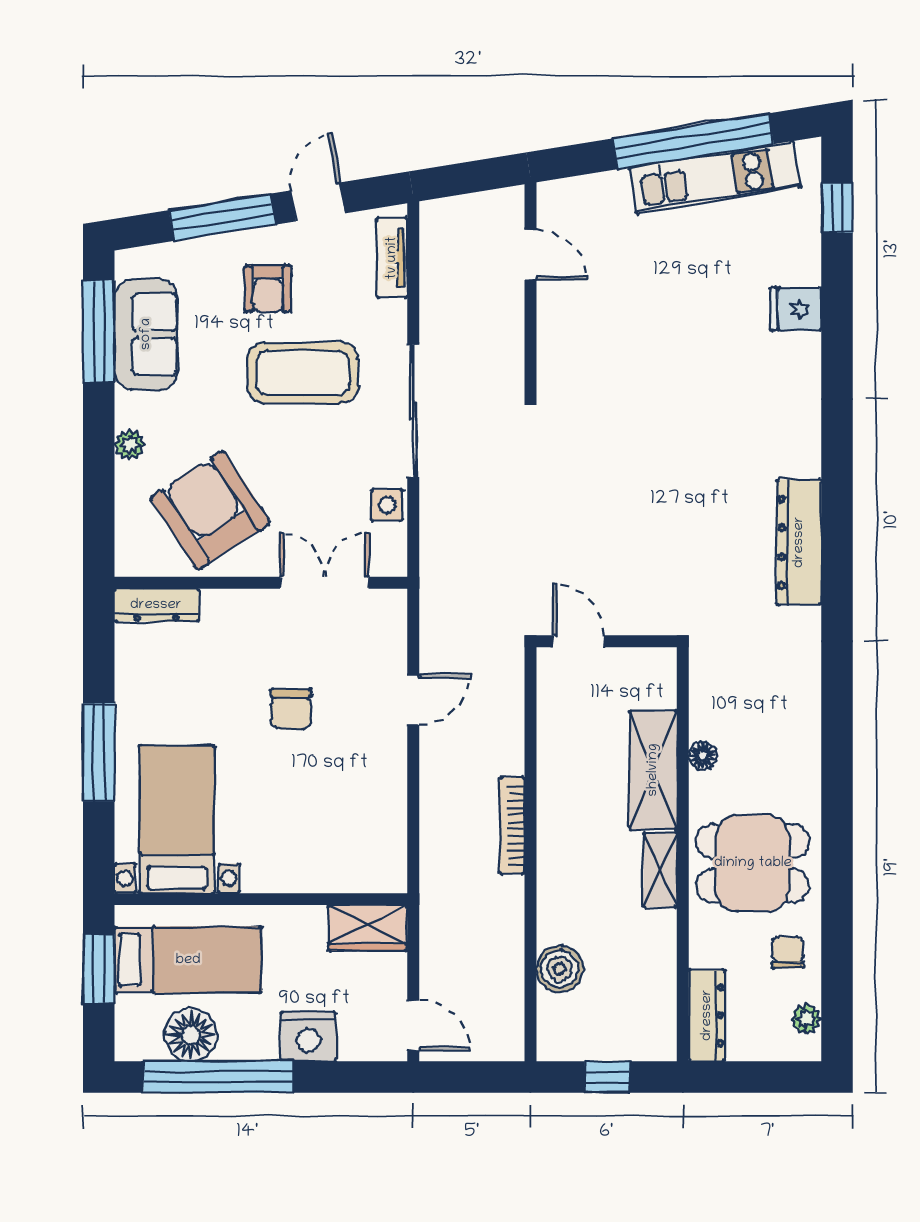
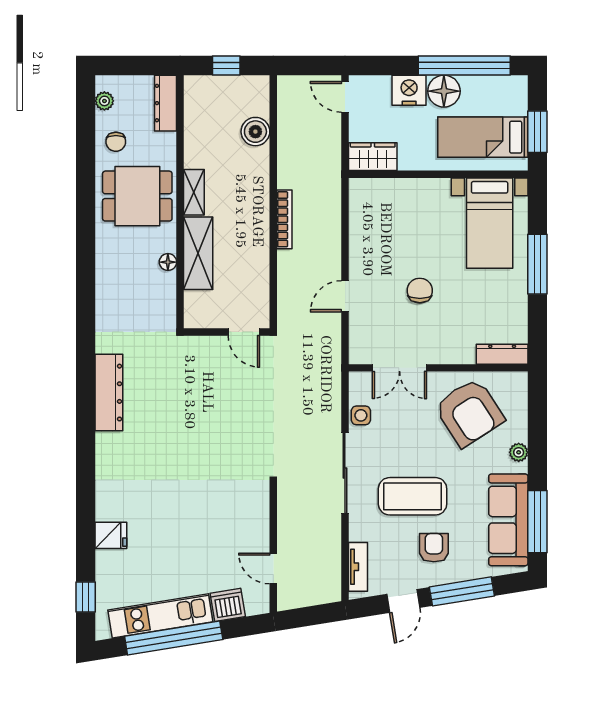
dishwasher: (605, 195) -> (228, 605), added
sofa: (146, 334) -> (508, 520), width x1.36
floor lamp: (191, 1035) -> (444, 91), moved

